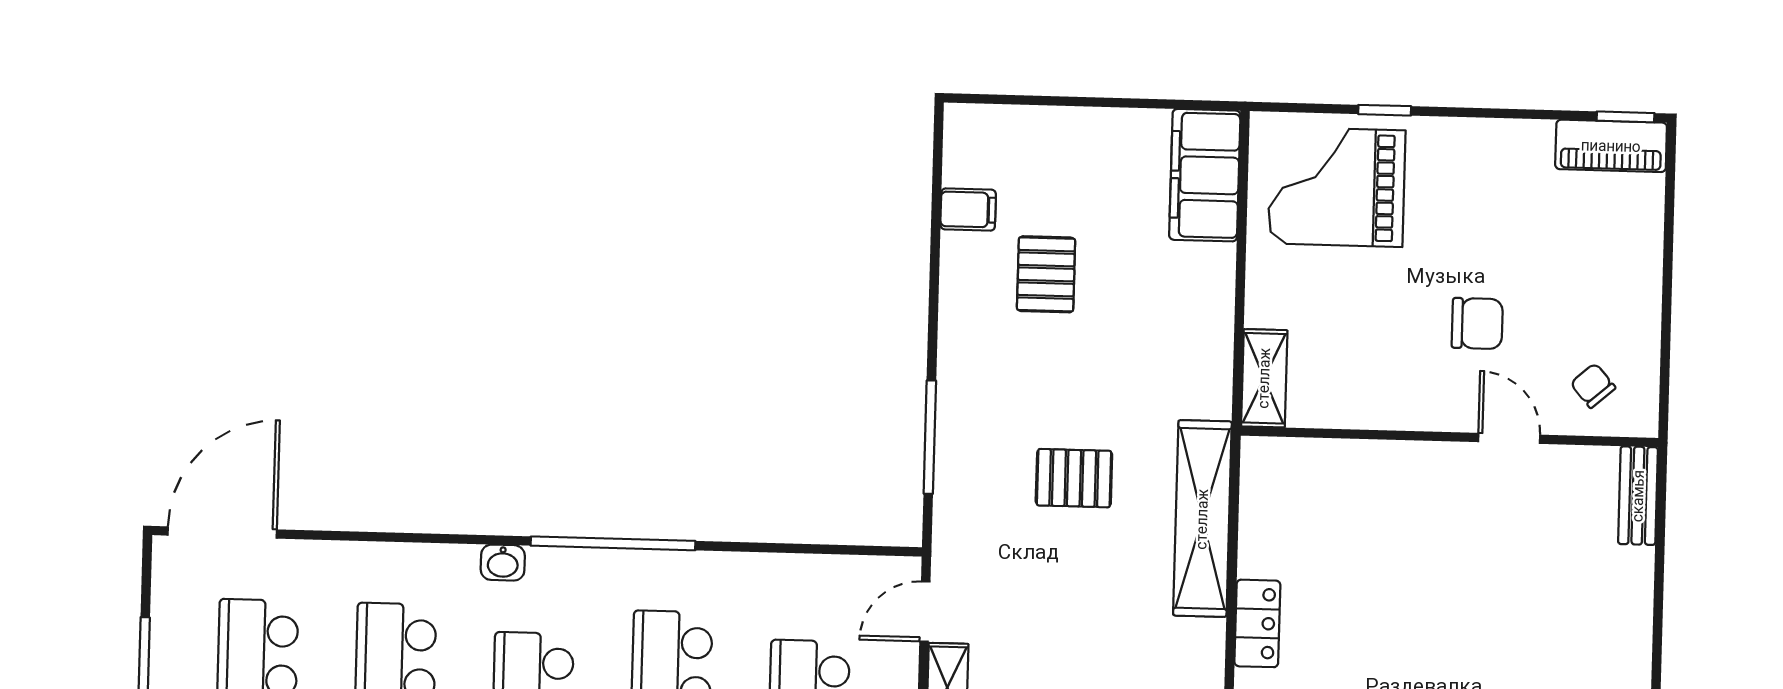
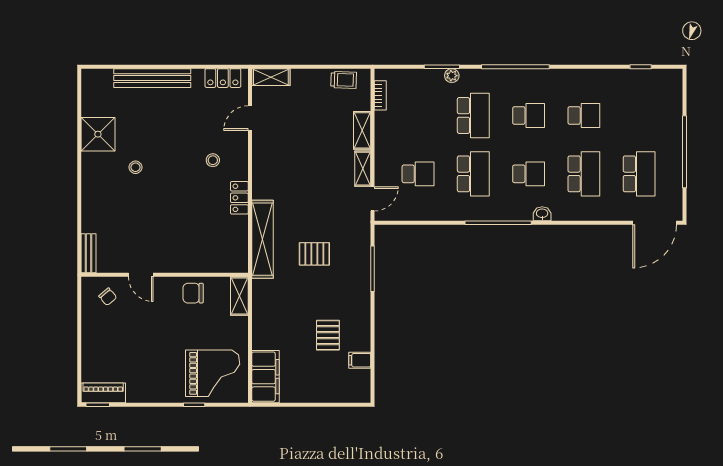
chair: (1477, 323) -> (193, 293), moved

